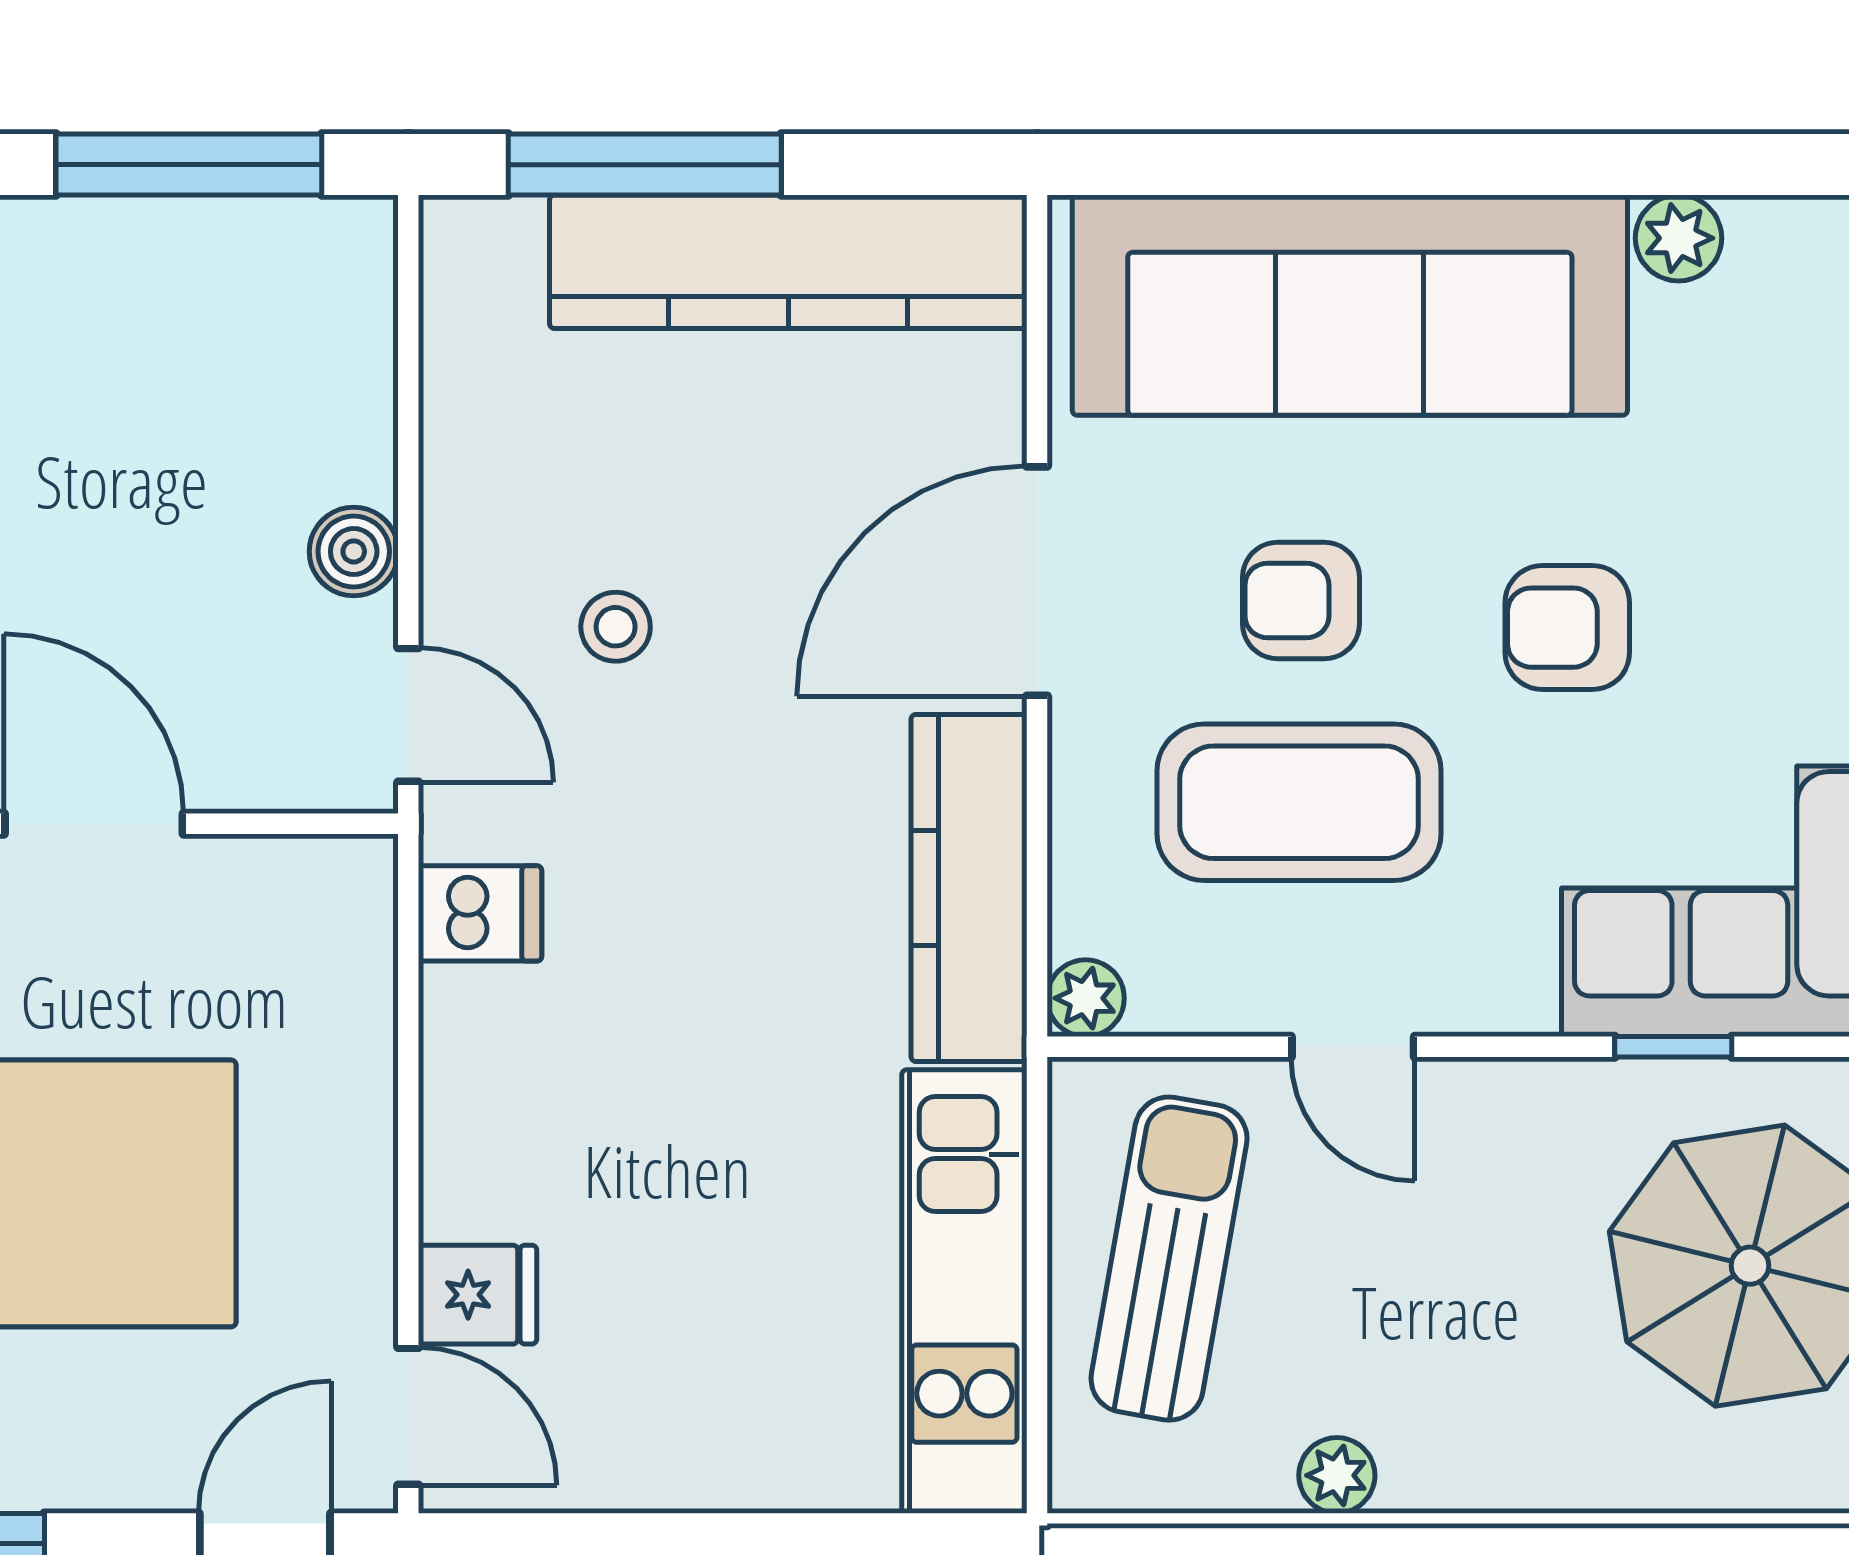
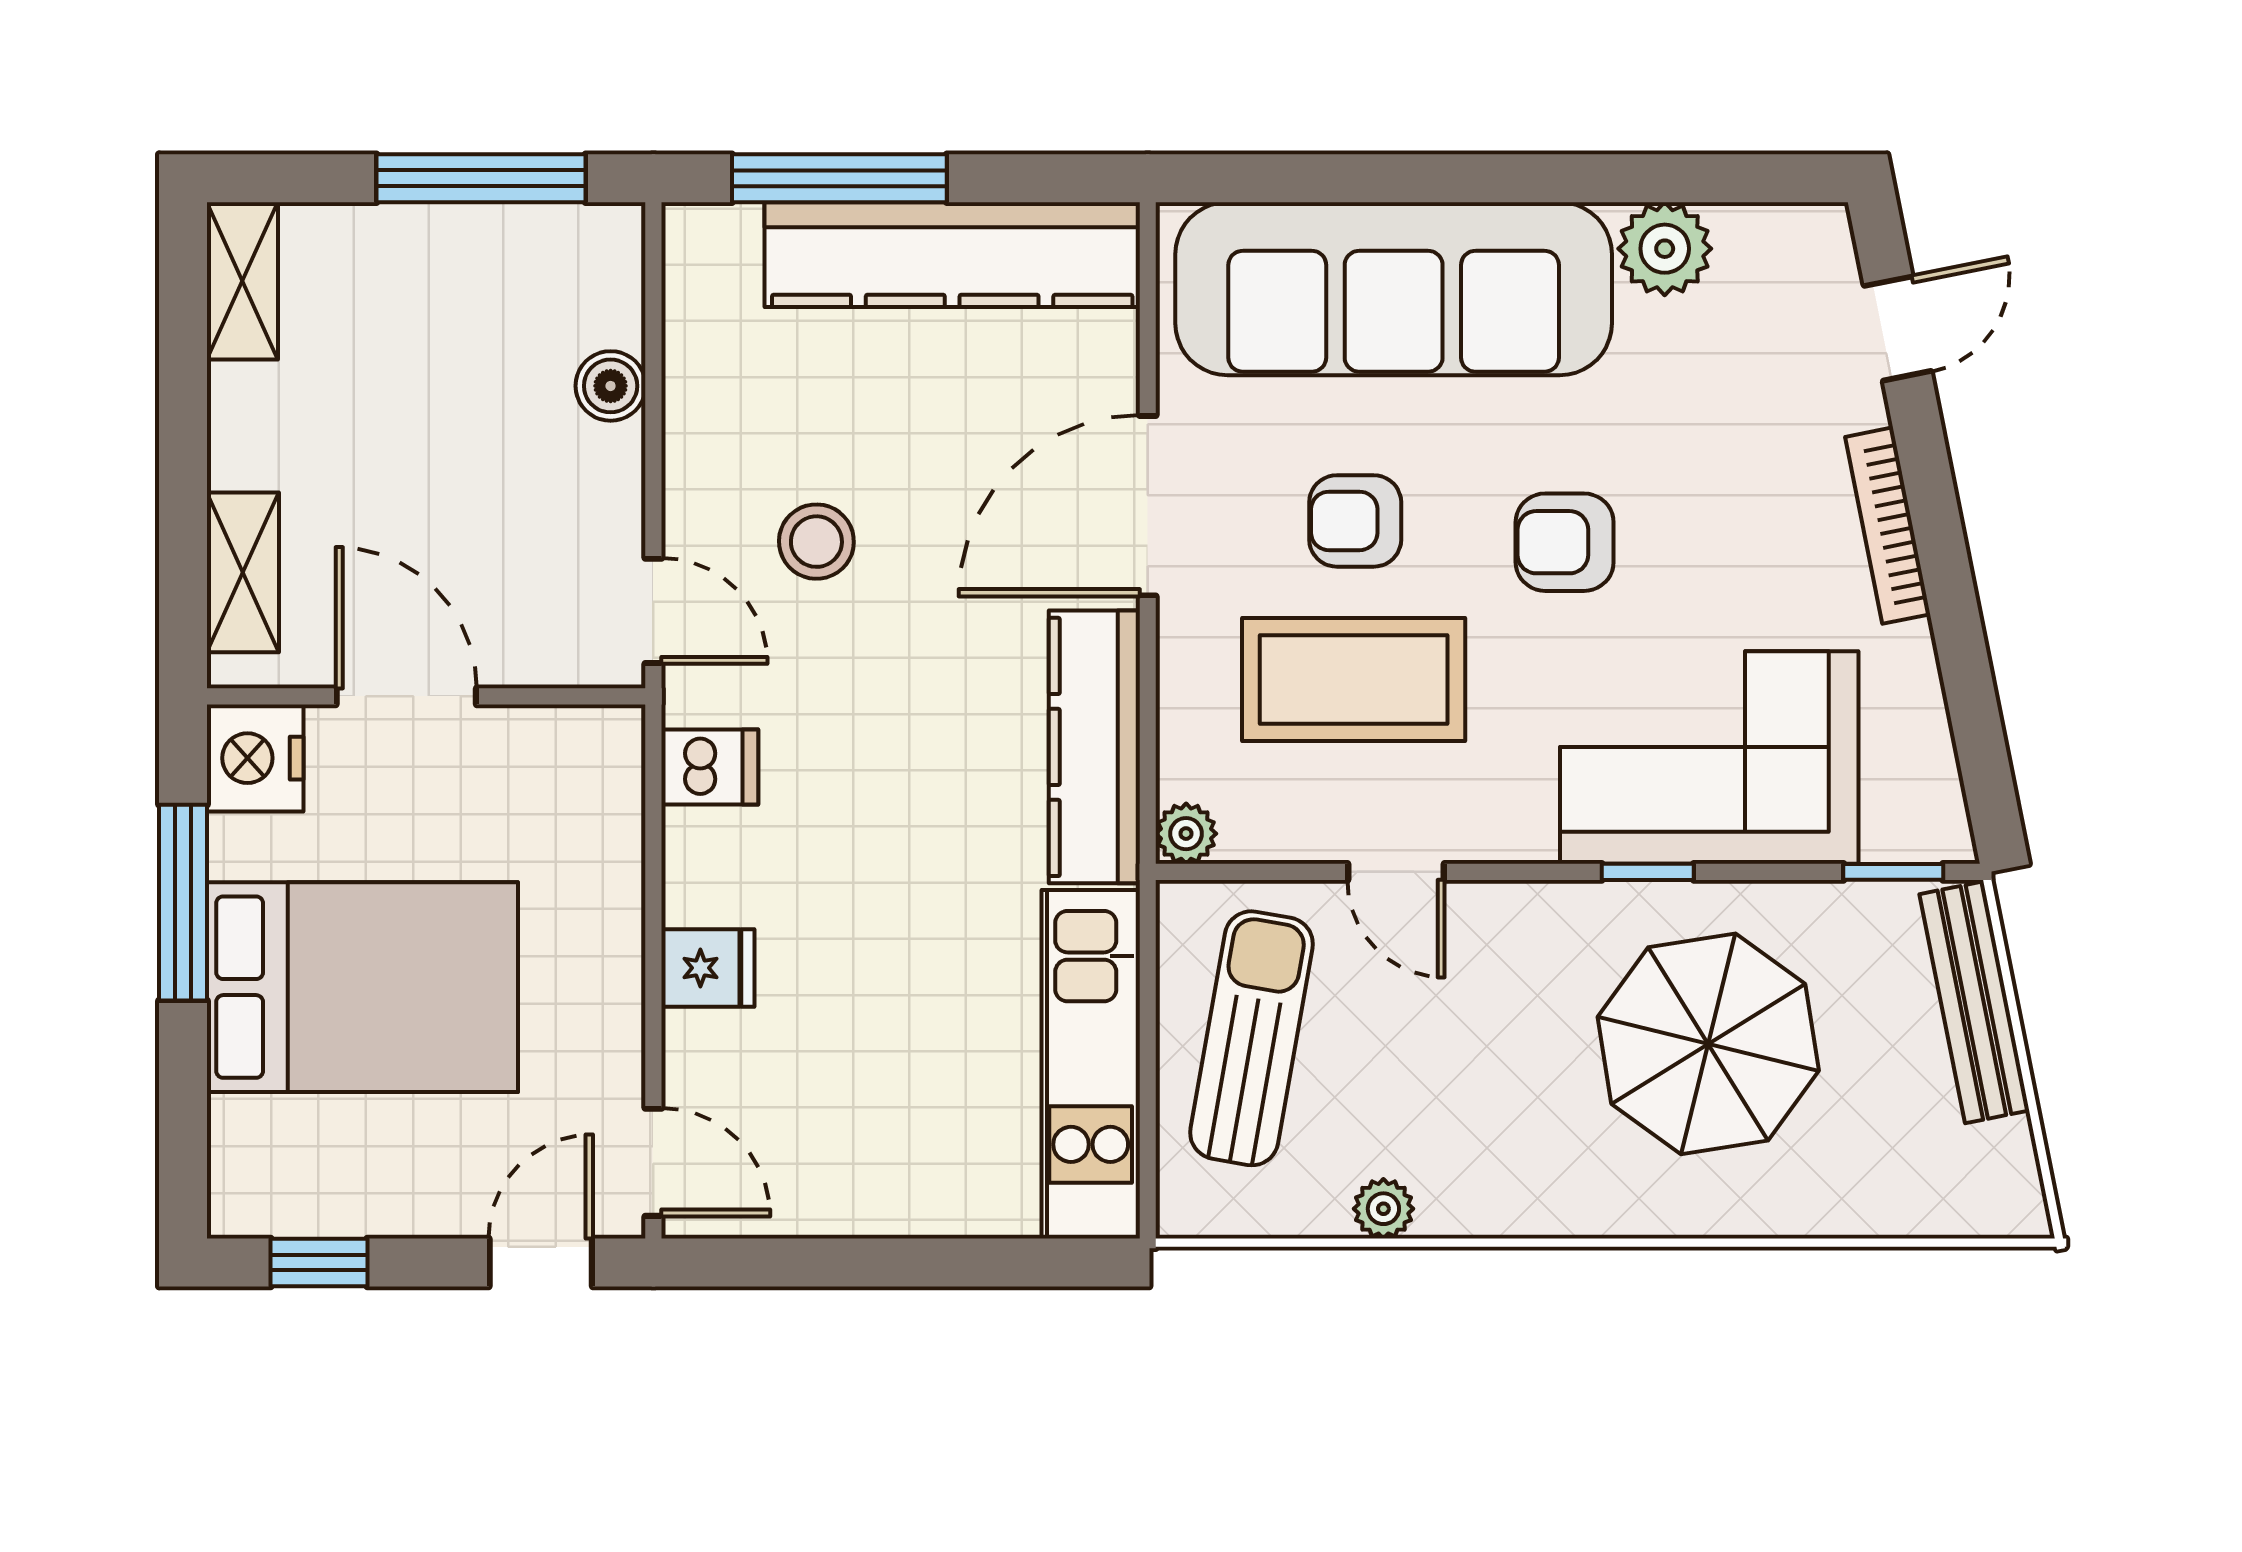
plant: (1679, 238) -> (1665, 249), width x1.38, depth x1.38
boiler: (354, 551) -> (611, 386), moved
stool: (616, 627) -> (816, 542), width x1.37, depth x1.37
fridge: (478, 1295) -> (708, 968), moved

